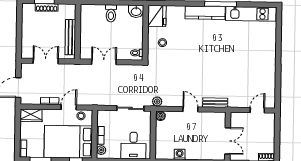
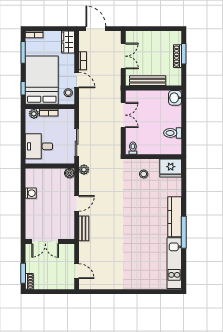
washbasin: (136, 11) -> (175, 98), moved
toilet: (111, 13) -> (173, 133), moved

